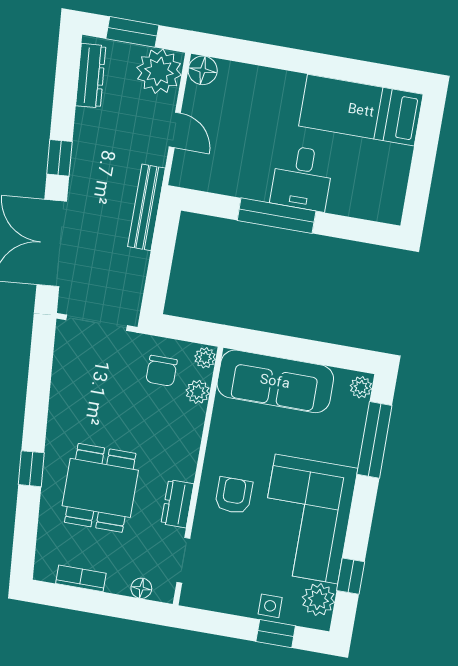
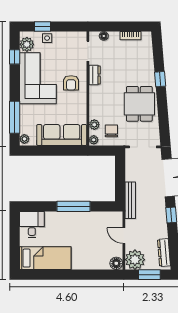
desk: (302, 178) -> (32, 224), moved
dining table: (100, 488) -> (139, 104), moved

